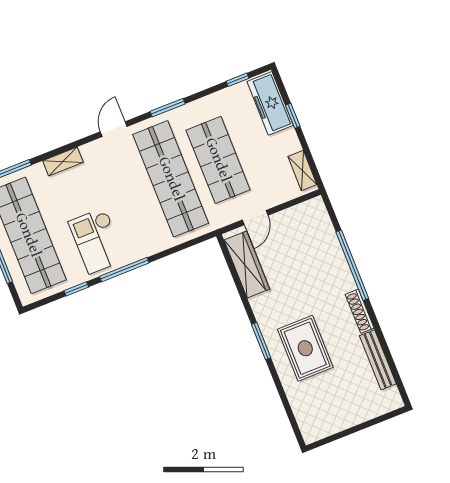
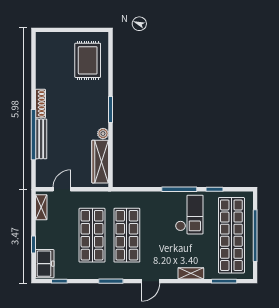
freezer: (270, 103) -> (45, 264), width x0.71
shop shelf: (171, 179) -> (127, 235), width x0.71
door: (255, 218) -> (62, 189), moved
plant: (258, 304) -> (103, 134), added
rug: (305, 348) -> (88, 60), moved
bench: (378, 360) -> (41, 139), moved

